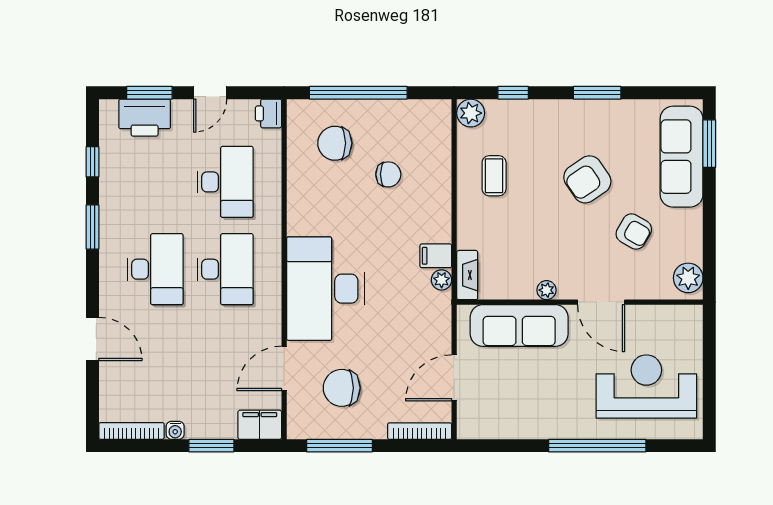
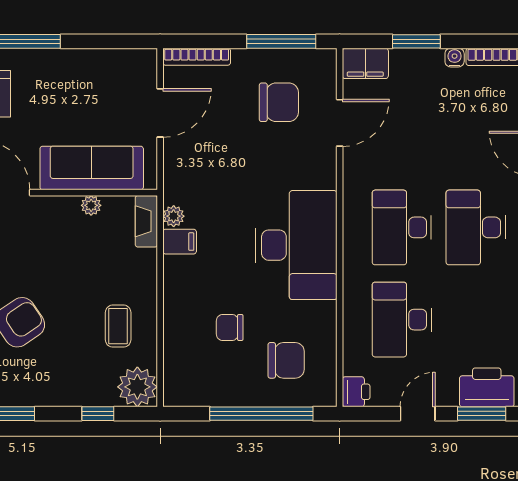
plant: (471, 113) -> (137, 387), width x1.36, depth x1.36
desk: (325, 289) -> (296, 245), moved
plant: (546, 290) -> (91, 205), moved

